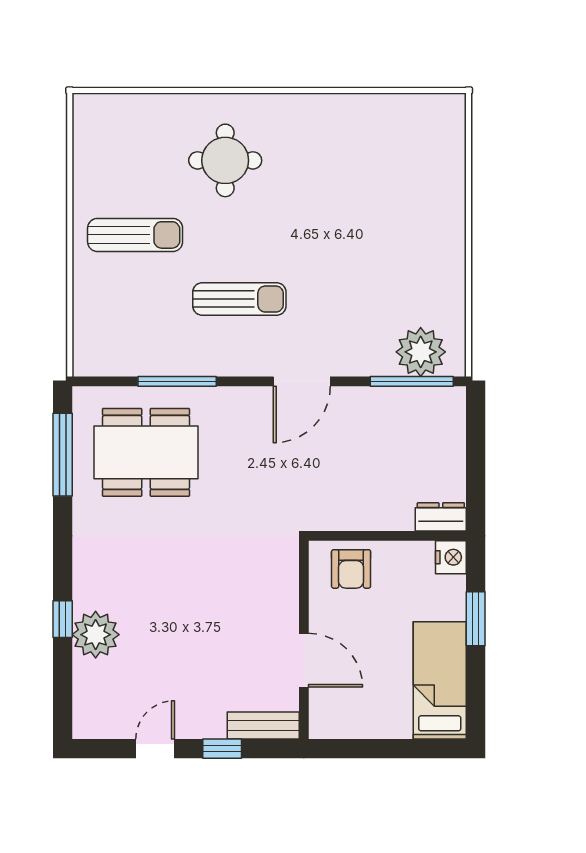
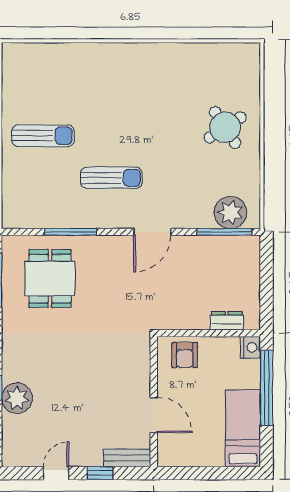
round table: (225, 160) -> (225, 127), moved, turned -33
dining table: (146, 452) -> (50, 278), width x0.73
dresser: (441, 517) -> (227, 321), moved
window: (476, 619) -> (267, 388), width x2.11

